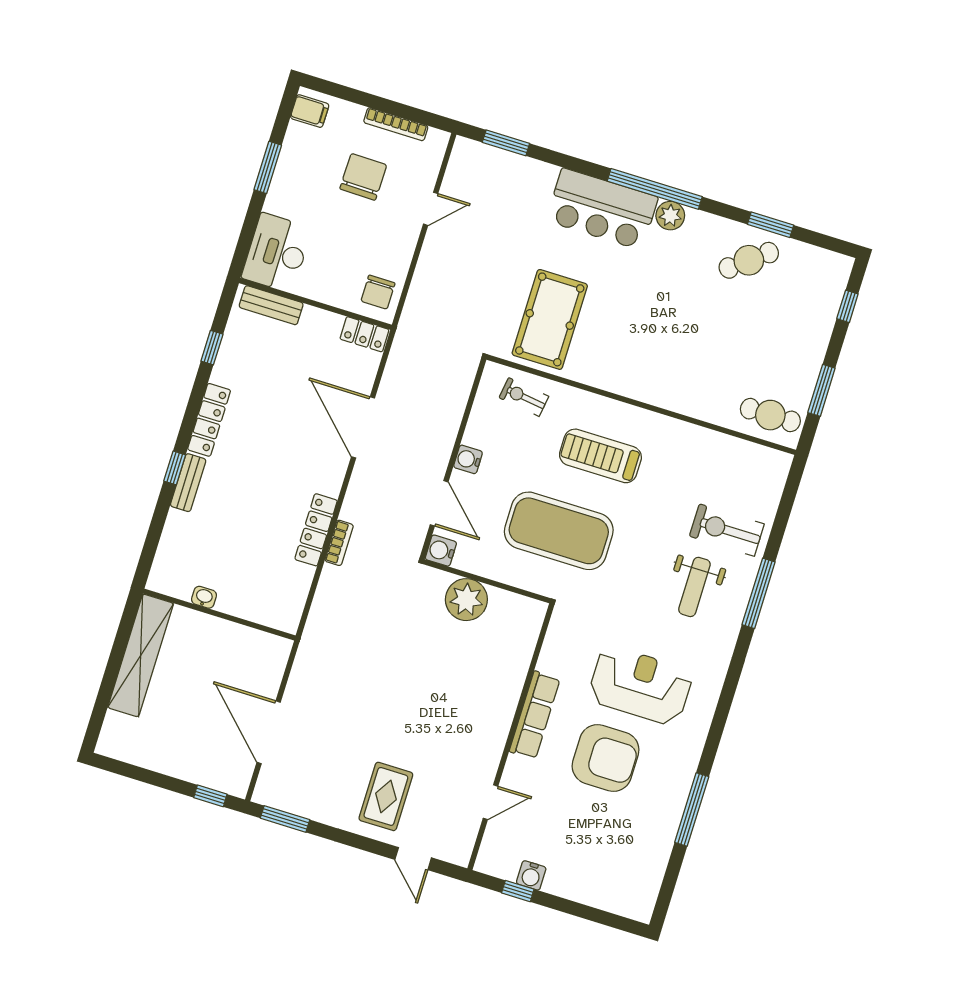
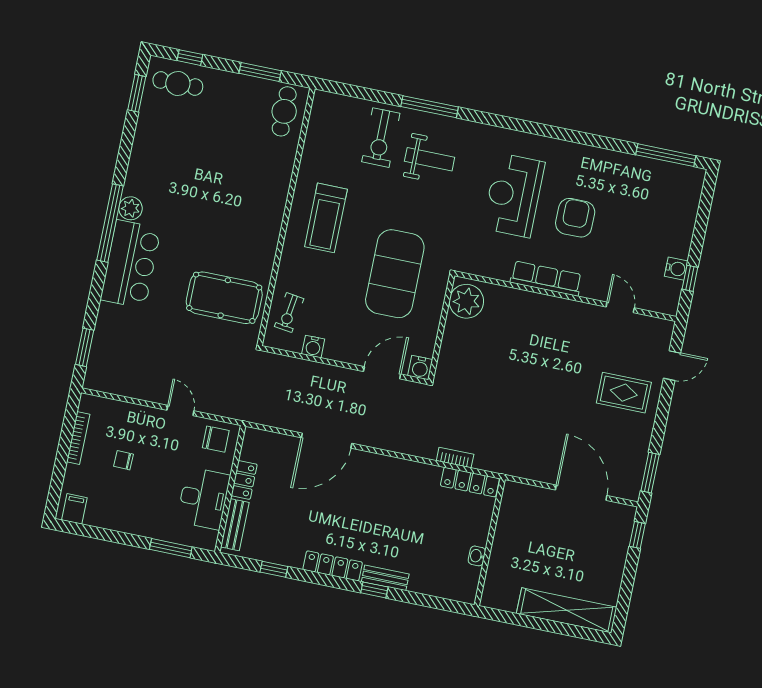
window: (268, 167) -> (171, 548), moved
chair: (363, 177) -> (124, 460), width x0.54, depth x0.54
door: (431, 209) -> (180, 411), moved
window: (771, 225) -> (137, 93), moved
desk: (277, 253) -> (203, 498), moved, turned -90
cafe table: (749, 260) -> (178, 84), moved, turned -52
locker: (364, 334) -> (244, 480), moved
treadmill: (600, 456) -> (326, 218), moved
water cooler: (468, 459) -> (313, 347), moved
locker: (316, 530) -> (470, 482), moved
bookcase: (339, 543) -> (455, 457), moved
plant: (466, 600) -> (466, 301), moved
shelving: (141, 655) -> (567, 610), moved
door: (269, 732) -> (581, 493), swing flipped
armchair: (606, 758) -> (575, 218), width x0.73, depth x0.73
window: (692, 809) -> (666, 155), moved

